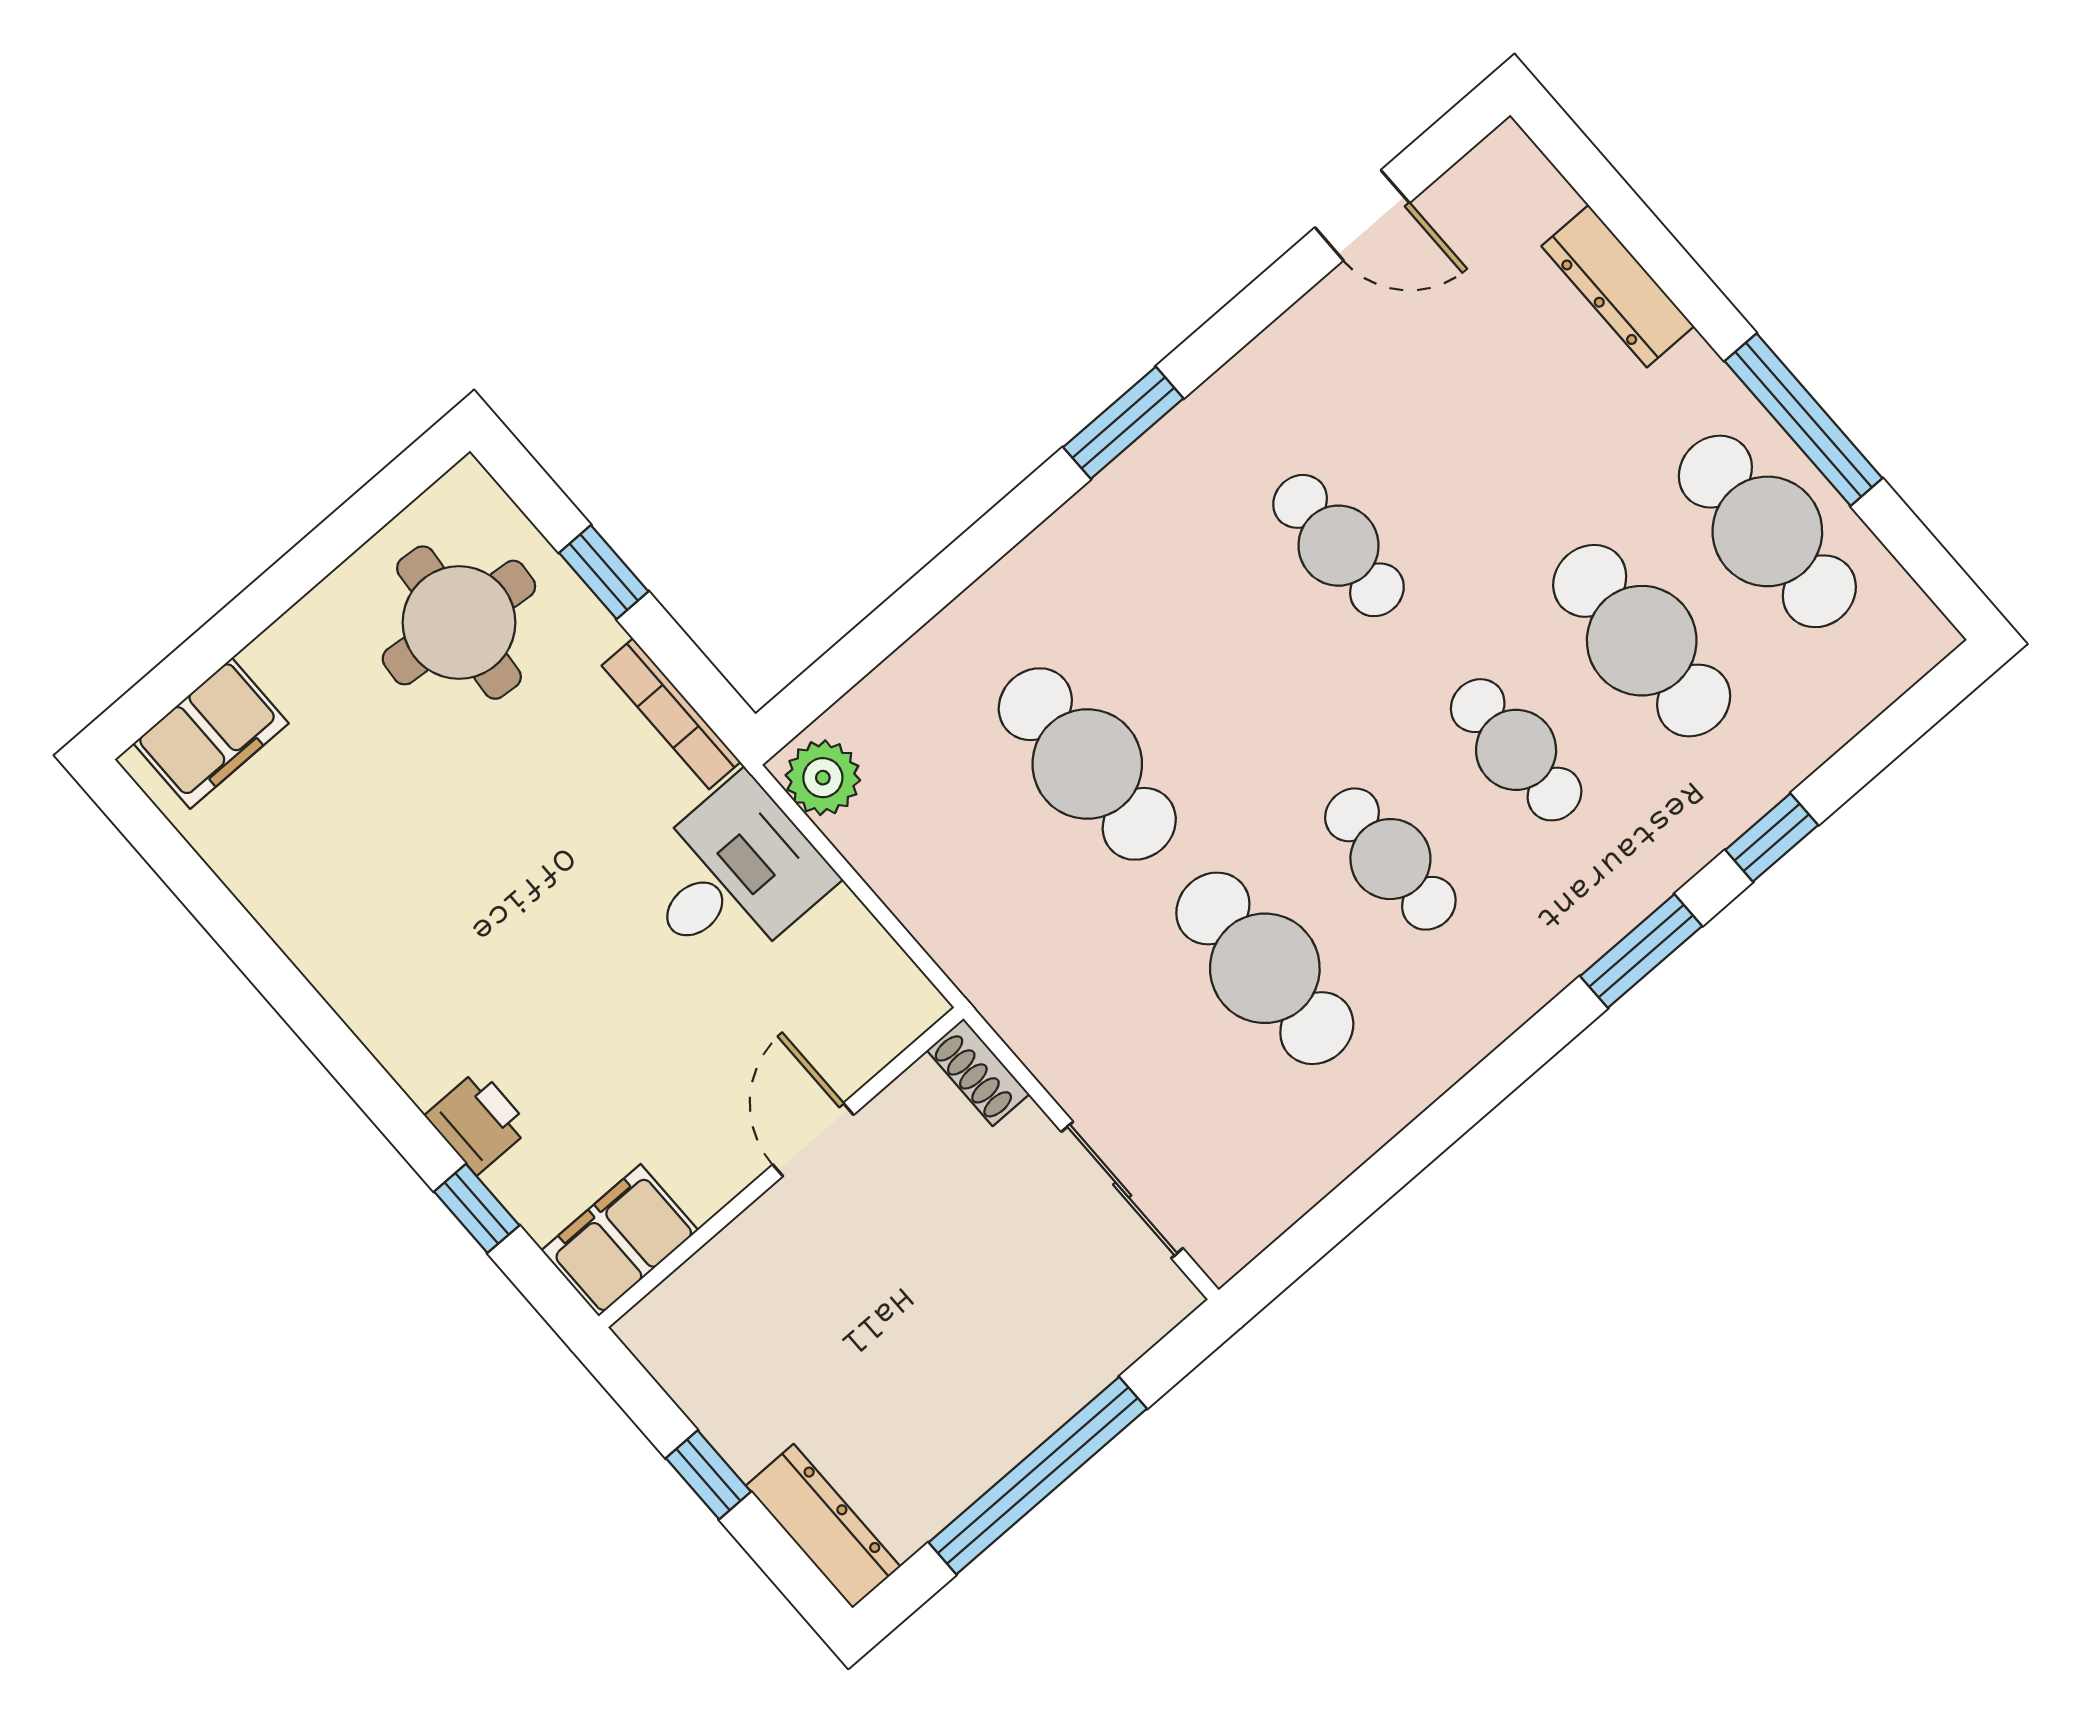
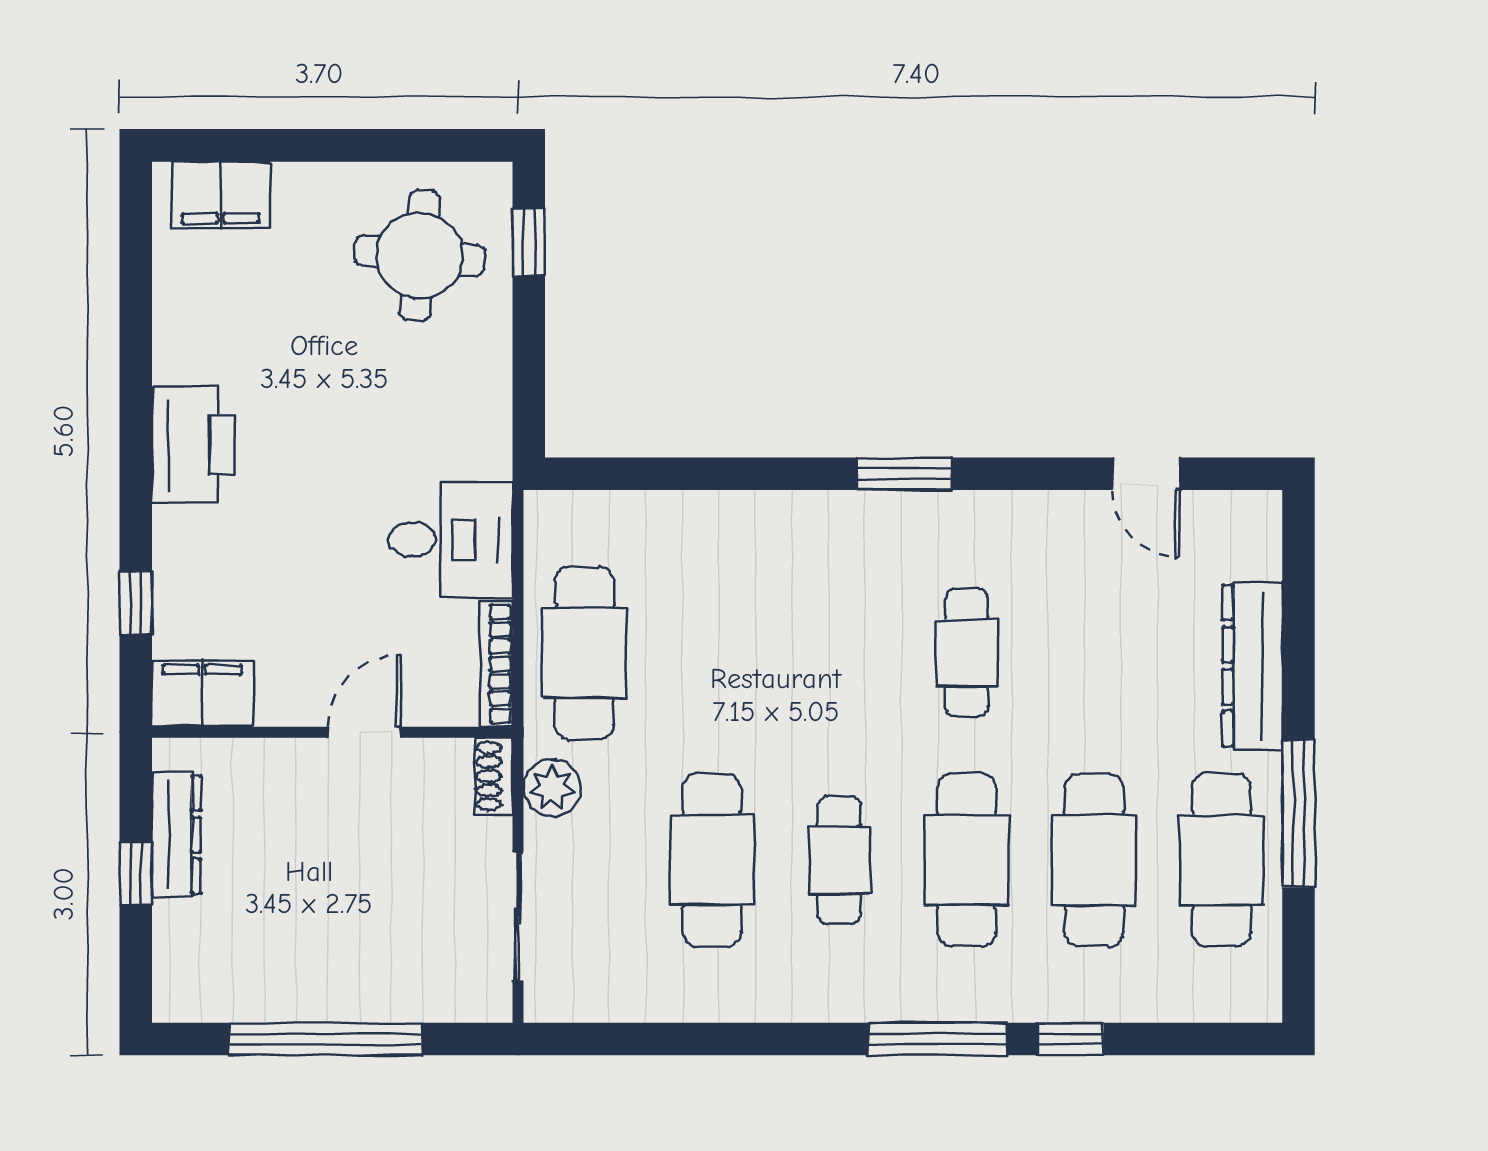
dresser: (1618, 286) -> (1252, 666), width x1.37, depth x1.24
window: (604, 572) -> (529, 242), moved
bookcase: (671, 714) -> (496, 664), moved
cafe table: (1516, 750) -> (967, 860), width x1.37, depth x1.35
cafe table: (1087, 764) -> (584, 653), moved
plant: (823, 778) -> (552, 788), moved
window: (1641, 951) -> (938, 1039), width x1.44
printer: (478, 1122) -> (193, 445), moved, width x1.87, depth x1.48
dresser: (823, 1526) -> (176, 835), moved

